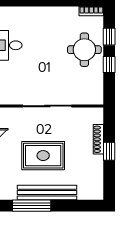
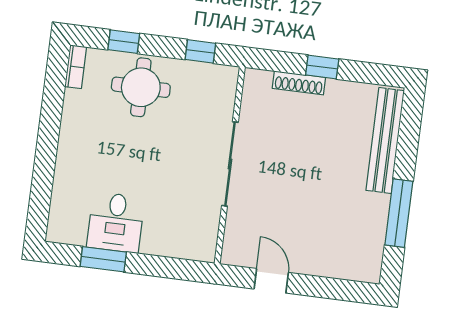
window: (109, 64) -> (200, 51), moved
rug: (43, 156) -> (315, 182), removed
bench: (47, 193) -> (385, 140), moved

